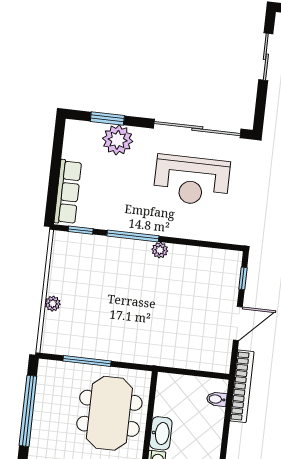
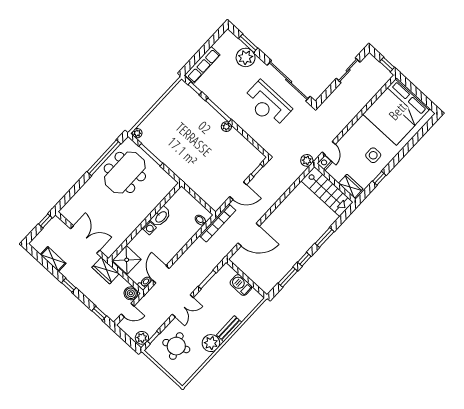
plant: (53, 304) -> (137, 133), moved
meeting table: (109, 413) -> (125, 172), moved

